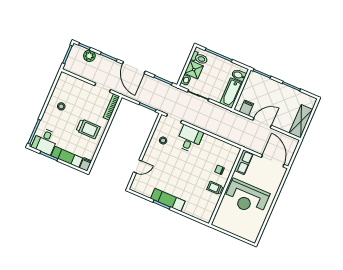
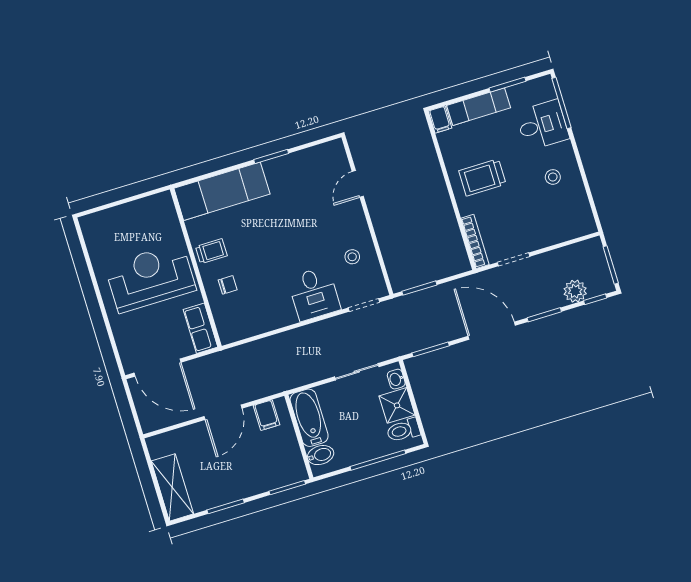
shelving: (301, 121) -> (172, 487), moved
desk: (45, 141) -> (542, 125), moved, turned 90
exam couch: (168, 200) -> (222, 191), moved, width x1.36, depth x1.45

